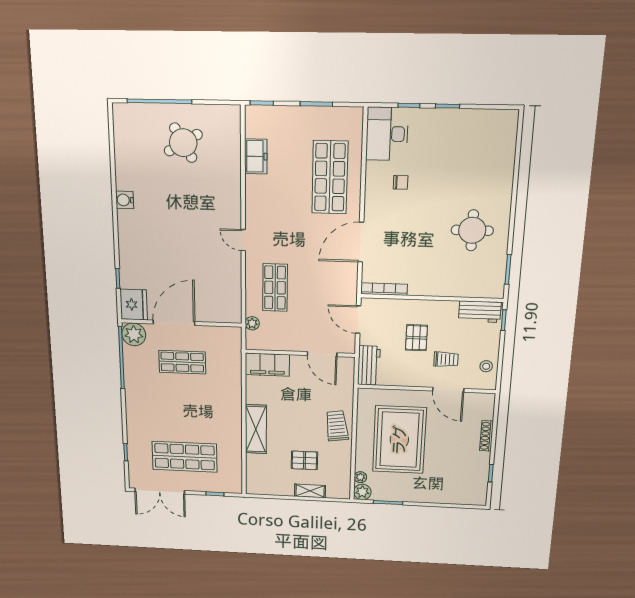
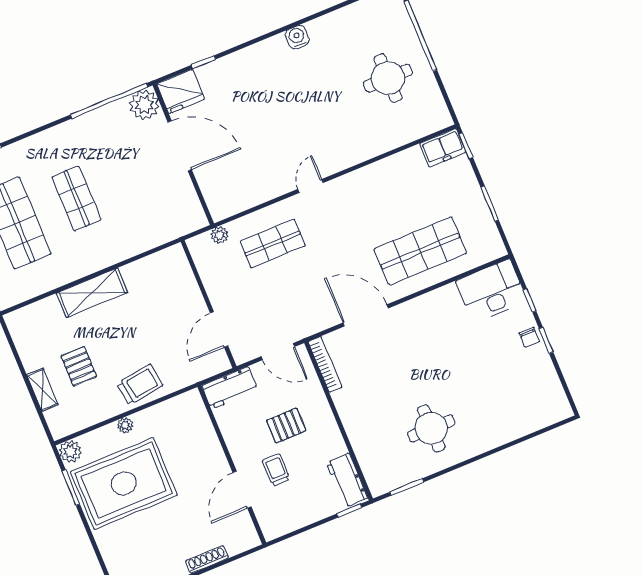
round table: (183, 143) -> (388, 78), turned 30
freezer: (256, 156) -> (443, 148), moved
chair: (401, 182) -> (529, 337), moved
door: (358, 320) -> (278, 352), swing flipped
trolley: (446, 359) -> (276, 470), turned 180
shop shelf: (182, 362) -> (76, 198), moved
filing cabinet: (267, 365) -> (178, 273), removed
stool: (486, 366) -> (289, 518), removed
rug: (399, 440) -> (124, 483), moved
plant: (360, 477) -> (125, 425), moved

